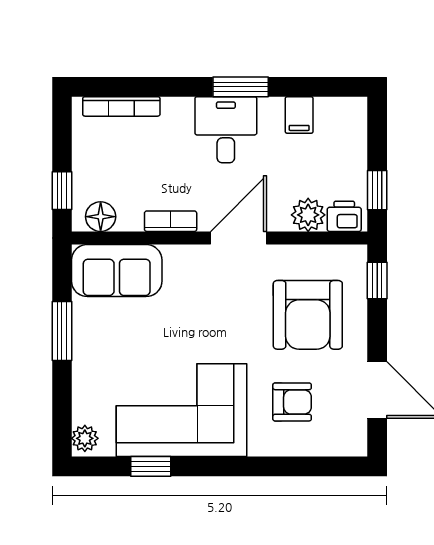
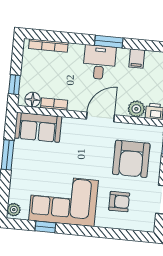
bookcase: (171, 221) -> (54, 104), moved

